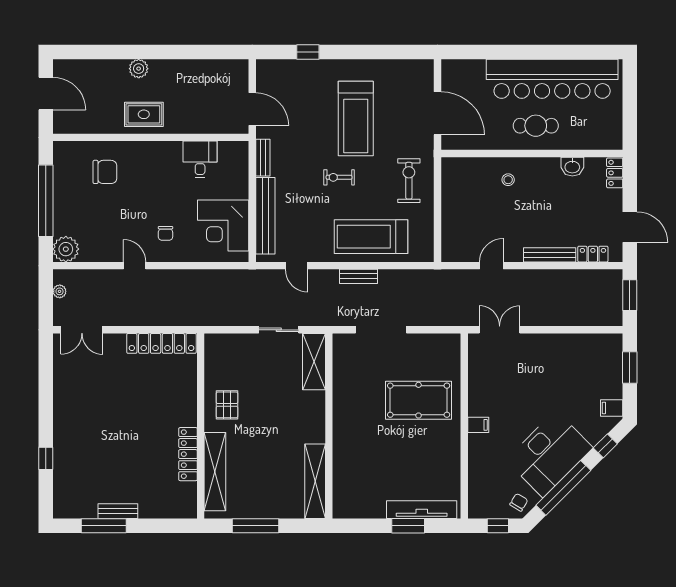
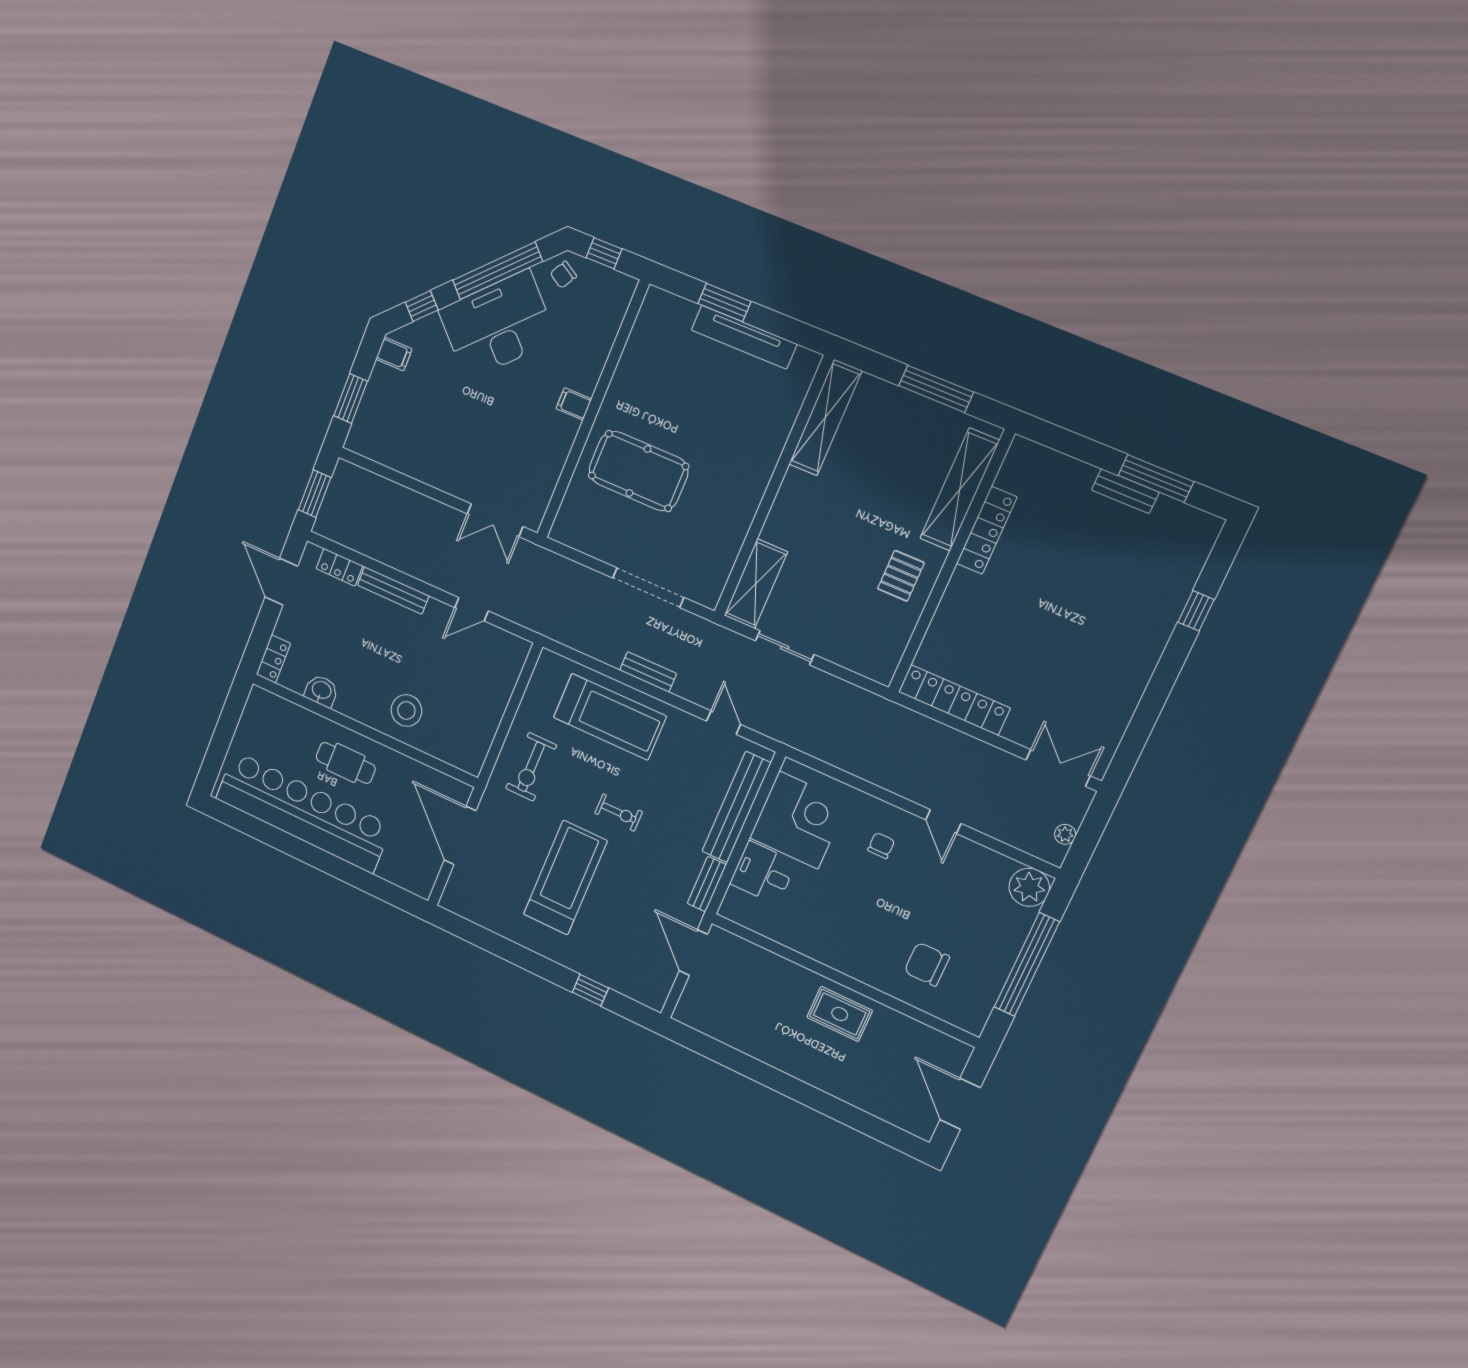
plant: (139, 69) -> (820, 1075), removed
desk: (200, 159) -> (763, 873), moved, turned 90
stool: (508, 180) -> (406, 710), width x1.89, depth x1.89
tv unit: (422, 510) -> (744, 337), moved

